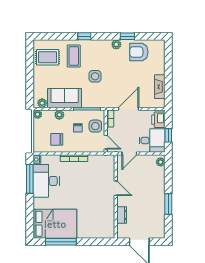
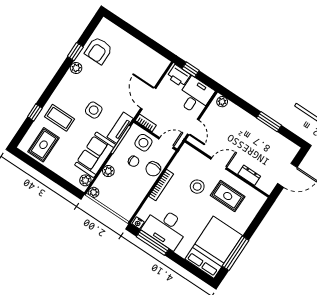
window: (84, 36) -> (35, 113), moved
fireplace: (160, 87) -> (147, 53), removed
tv unit: (95, 103) -> (120, 128), added
window: (168, 135) -> (191, 70), moved
chair: (57, 139) -> (153, 169), moved
stool: (90, 184) -> (197, 187), added
rug: (97, 210) -> (228, 196), added

